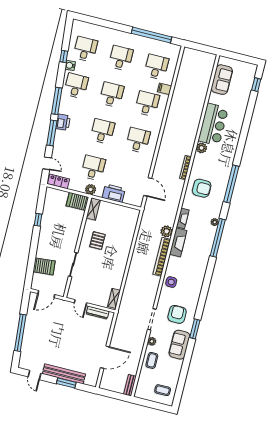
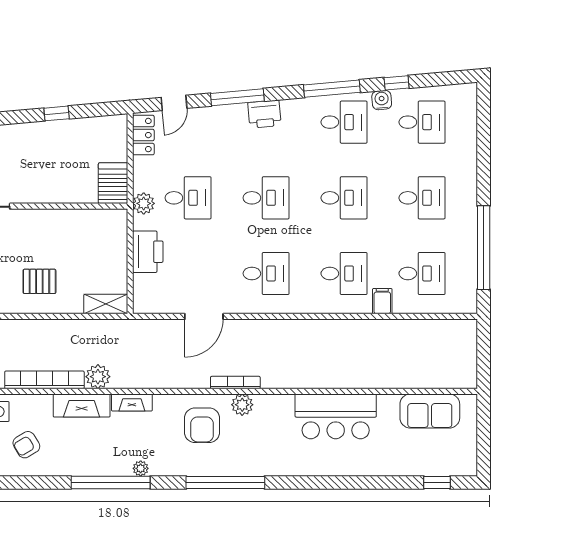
window: (57, 101) -> (332, 89), moved
plant: (202, 148) -> (242, 405), moved
door: (148, 187) -> (204, 316), moved
shelving: (93, 209) -> (106, 304), moved
pallet: (97, 241) -> (39, 281), moved
armchair: (190, 273) -> (26, 445), added

